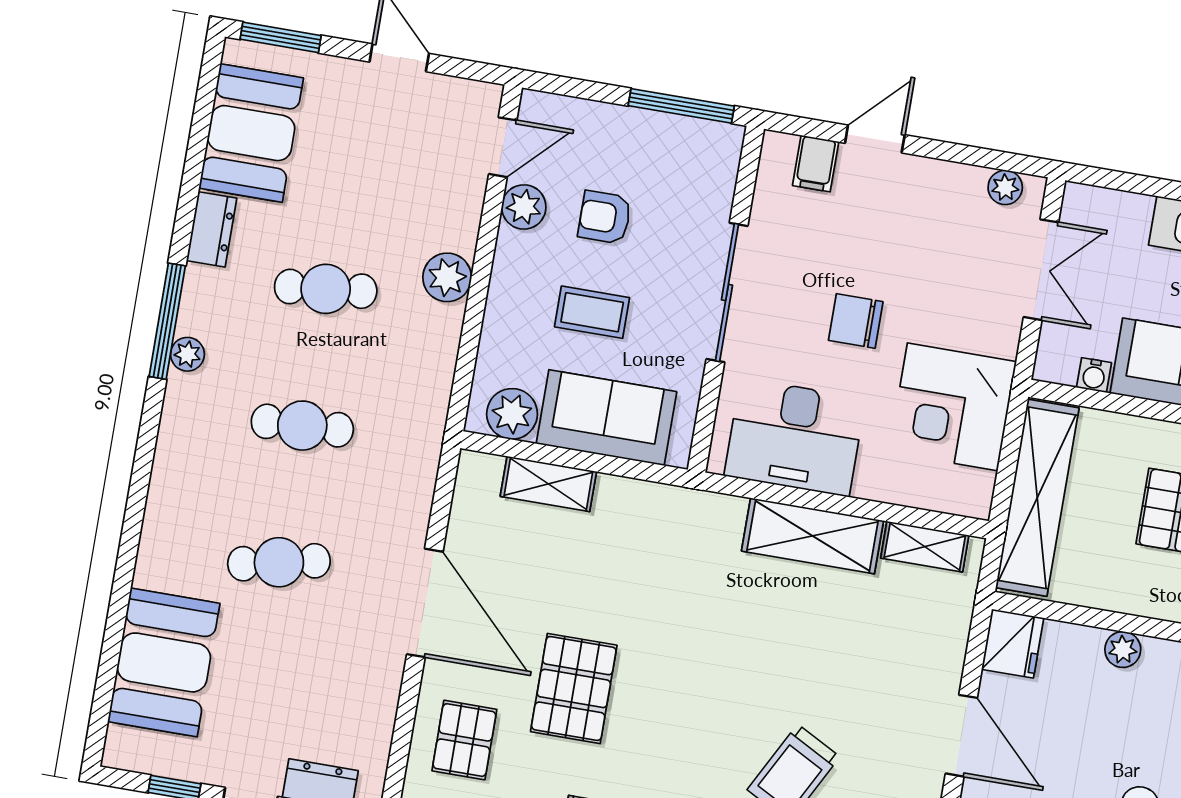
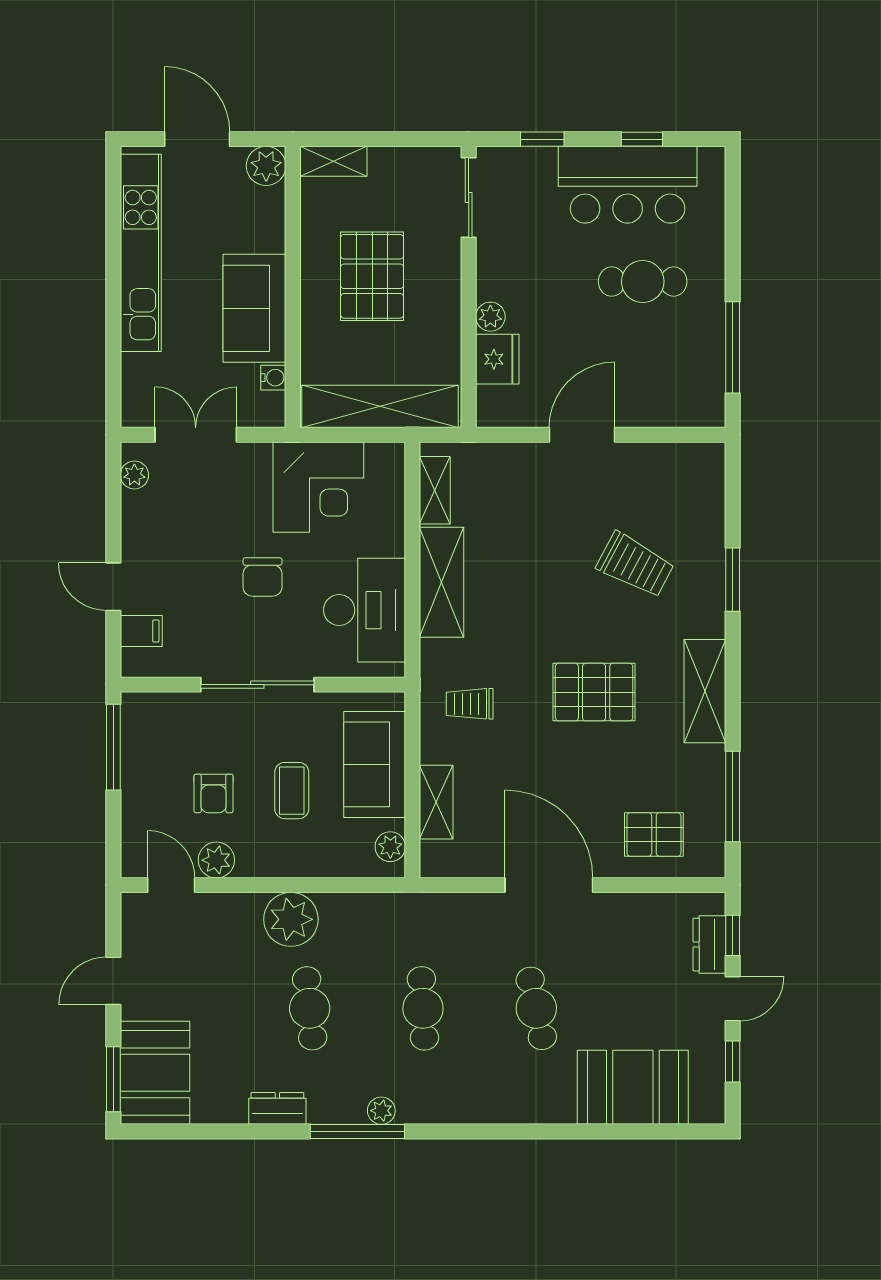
booth: (251, 133) -> (155, 1073), moved, turned 90
plant: (447, 277) -> (291, 919), width x1.36, depth x1.36
plant: (512, 414) -> (390, 847), width x0.73, depth x0.73
trolley: (660, 544) -> (470, 704), added
door: (425, 603) -> (549, 885), hinge flipped
fridge: (1013, 644) -> (497, 359), moved, turned 90
pallet: (574, 688) -> (594, 692), moved

